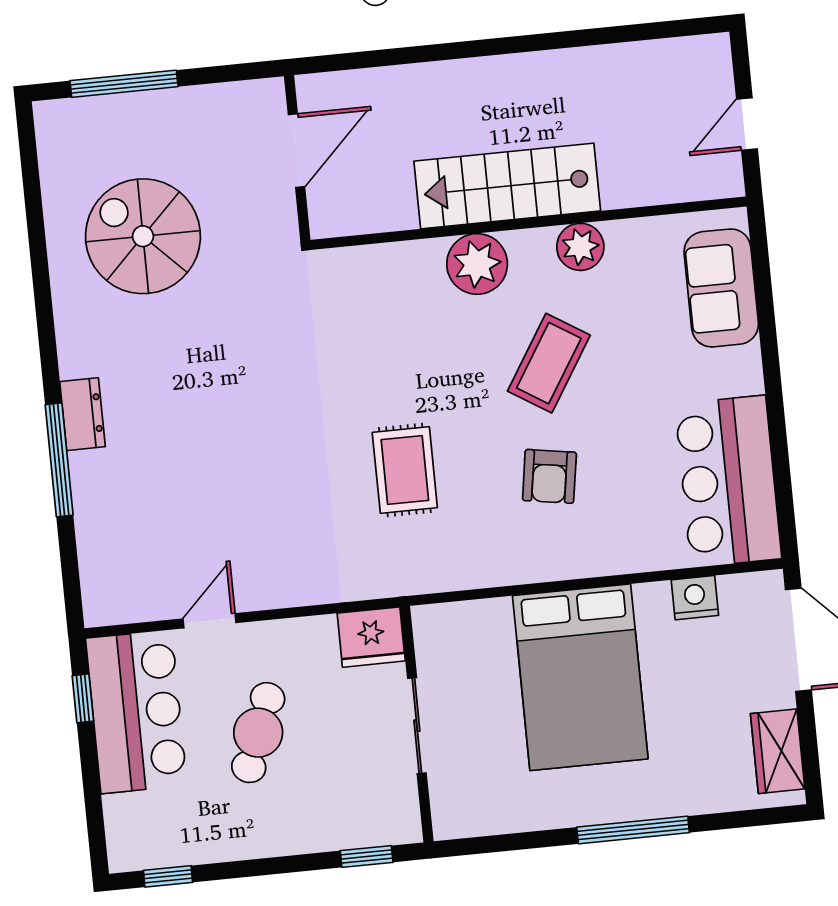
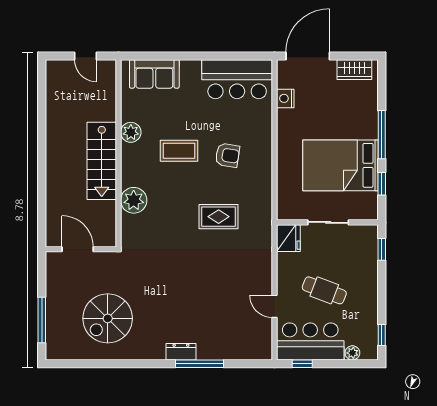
plant: (477, 264) -> (134, 200), moved
coffee table: (549, 363) -> (179, 151), turned -32
bed: (580, 677) -> (340, 165), moved, turned 180
plant: (120, 812) -> (352, 353), added
window: (519, 841) -> (382, 184), added

